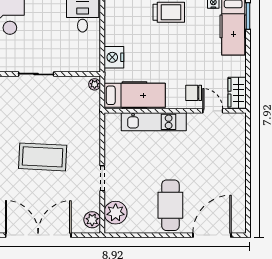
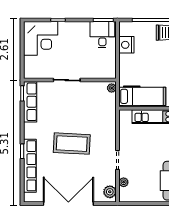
nightstand: (114, 57) -> (126, 45), moved
plant: (116, 213) -> (124, 182), width x0.53, depth x0.53

